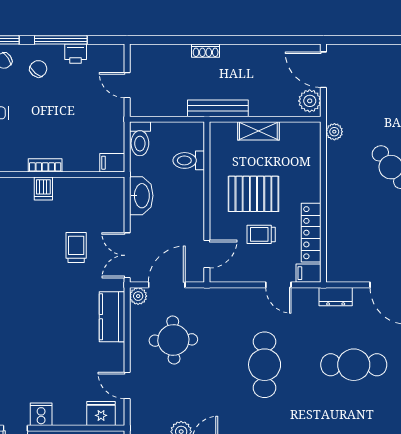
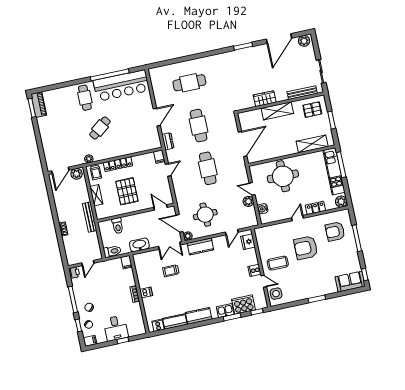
printer: (76, 54) -> (74, 273), moved
locker: (311, 233) -> (118, 164), moved
trolley: (261, 234) -> (96, 172), moved
cafe table: (265, 365) -> (208, 168), turned 90

